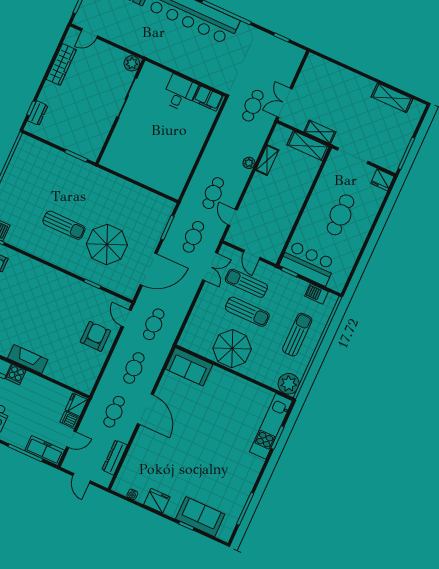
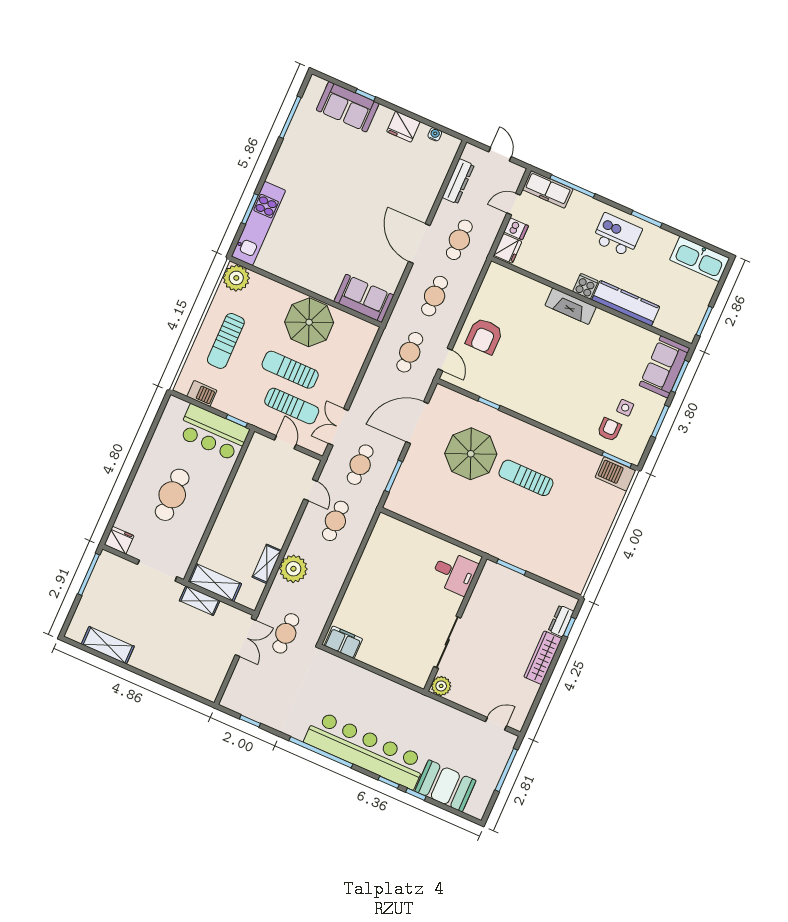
wardrobe: (61, 64) -> (543, 658), moved
desk: (180, 93) -> (454, 573), moved, turned -90
plant: (249, 163) -> (293, 569), width x1.88, depth x1.88

